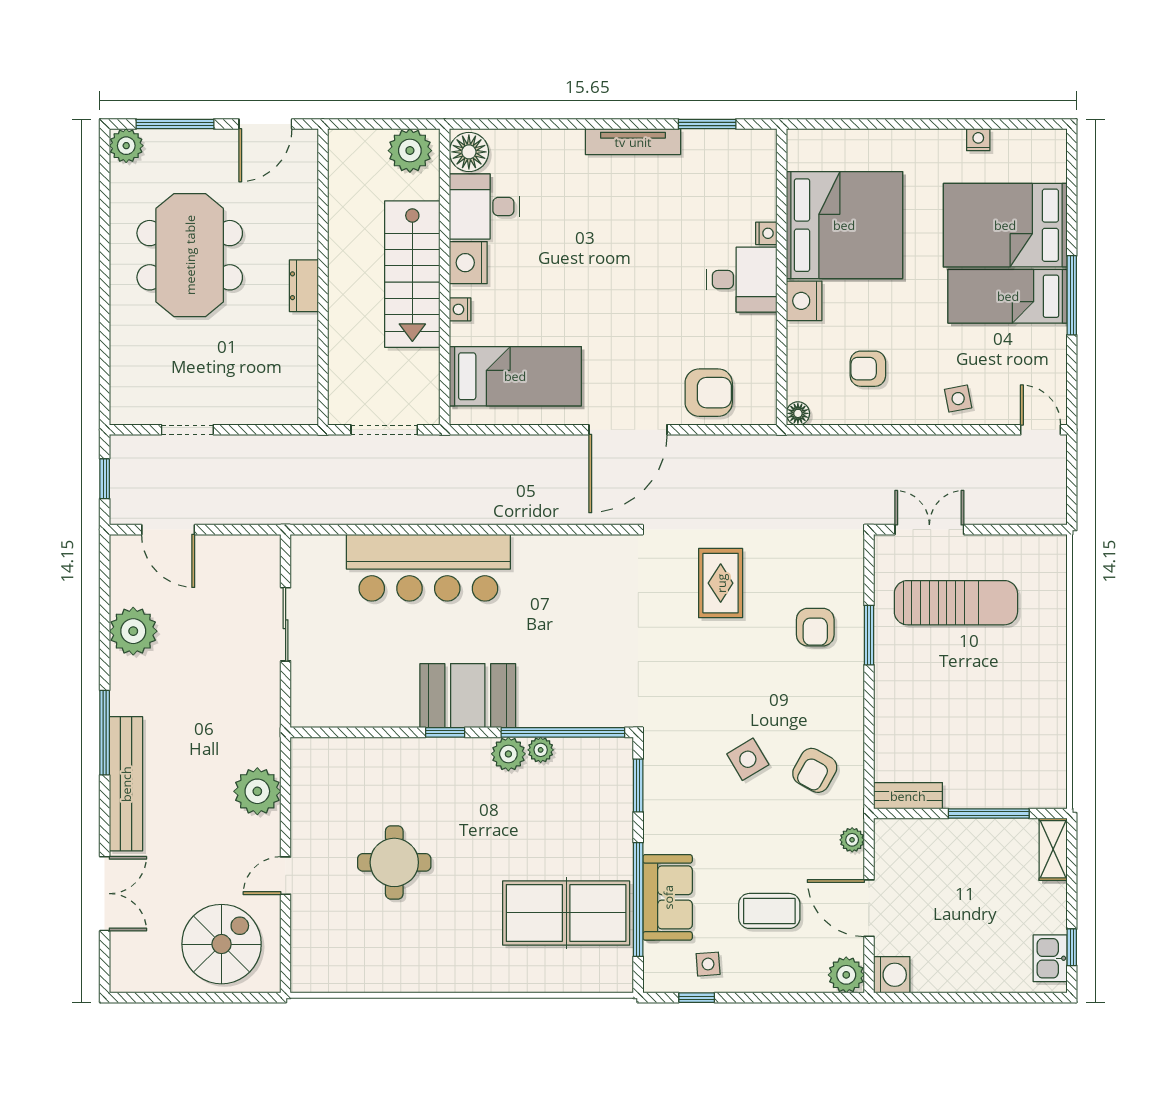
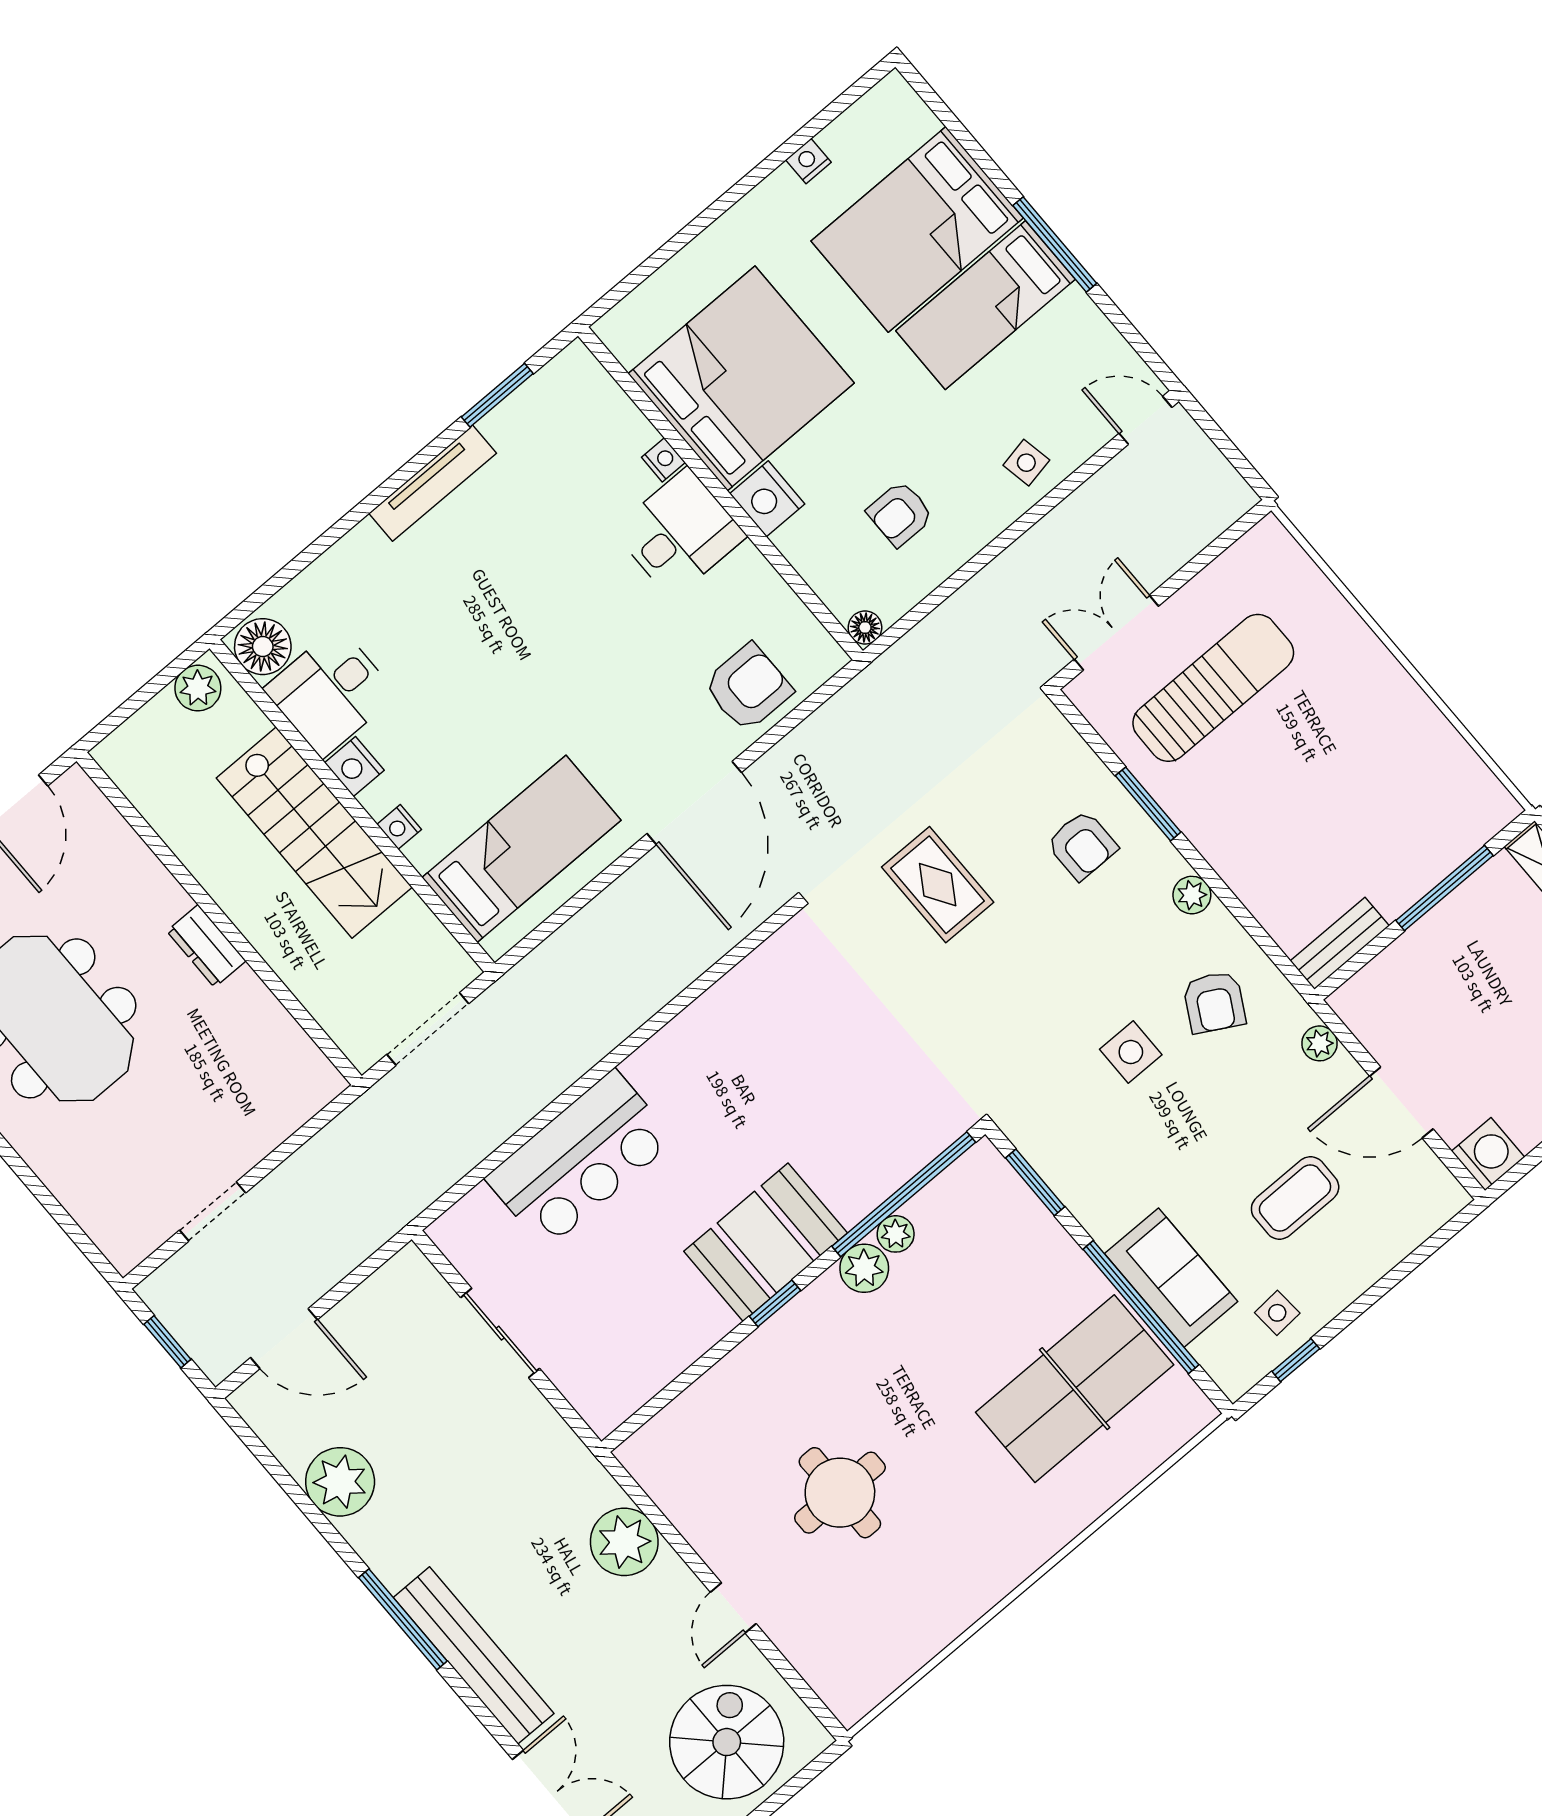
plant: (410, 151) -> (198, 688), width x0.73, depth x0.73
nightstand: (468, 263) -> (354, 766), width x0.74, depth x0.75
bar counter: (428, 568) -> (580, 1159), width x0.73
side table: (748, 759) -> (1131, 1052), turned 31
plant: (846, 975) -> (1192, 895), moved, width x0.73, depth x0.73

